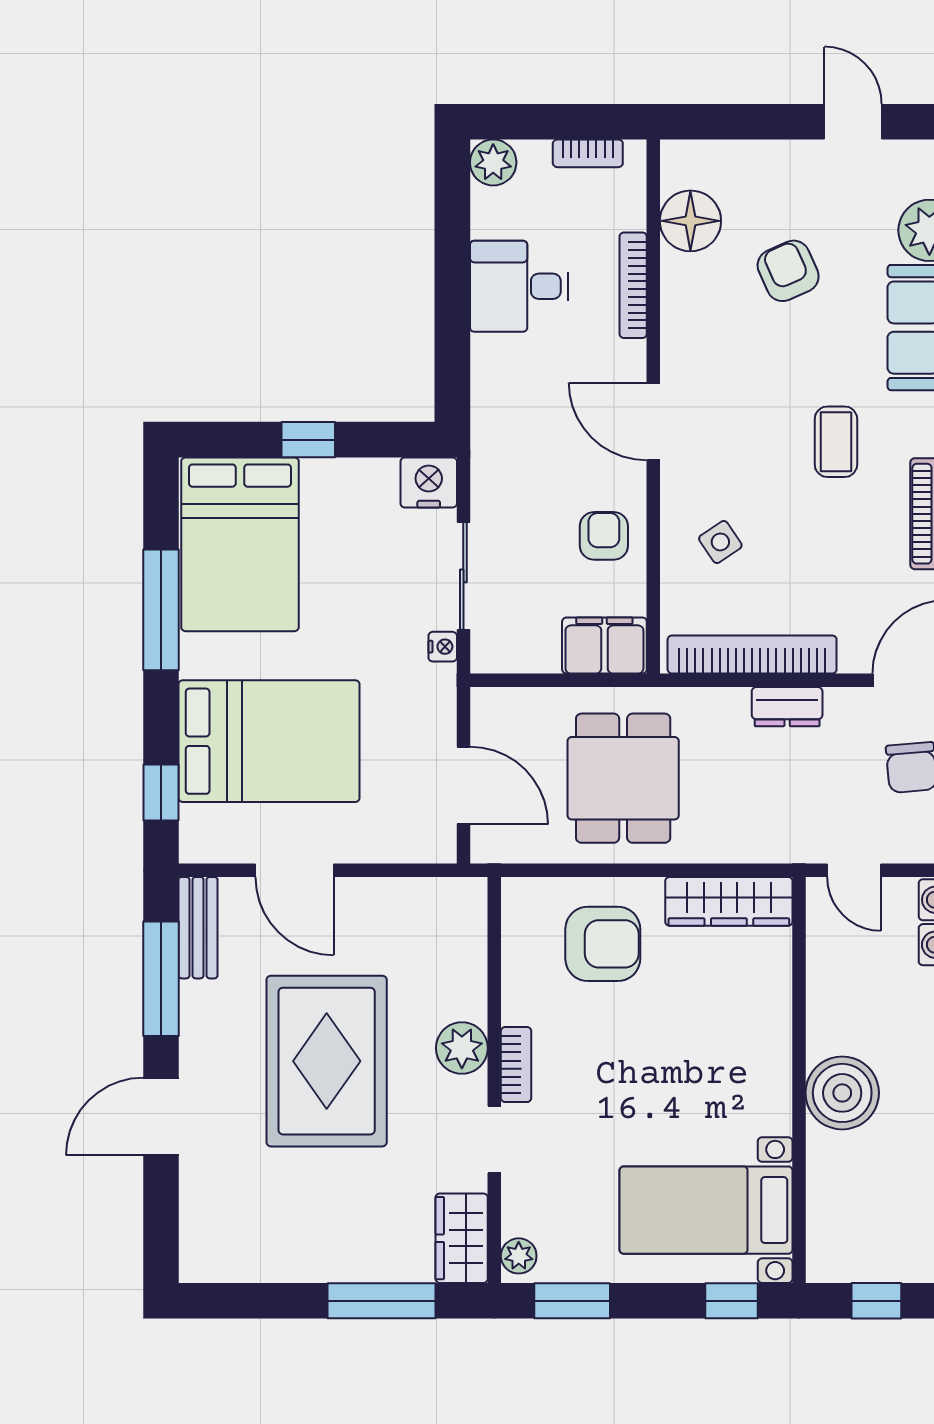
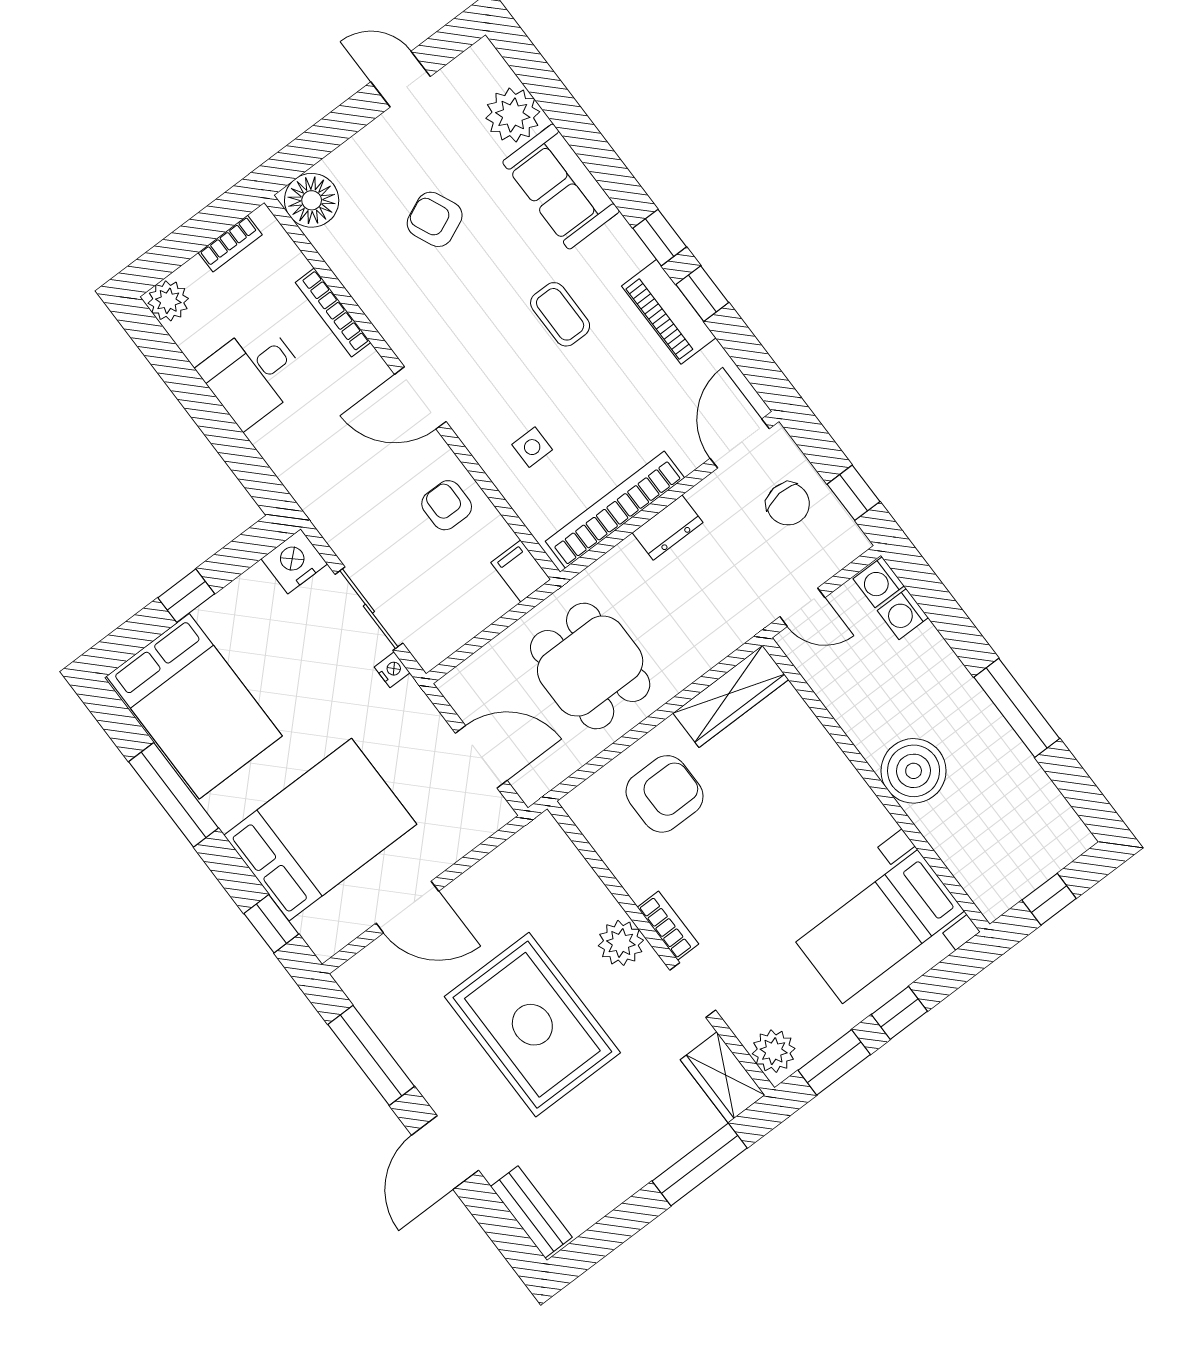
floor lamp: (690, 221) -> (312, 200), moved
side table: (720, 542) -> (532, 447), turned 34
filing cabinet: (604, 646) -> (521, 571), width x0.50
bench: (198, 928) -> (531, 1212), moved
plant: (519, 1256) -> (774, 1051), width x1.38, depth x1.38
window: (732, 1301) -> (899, 1013), moved

